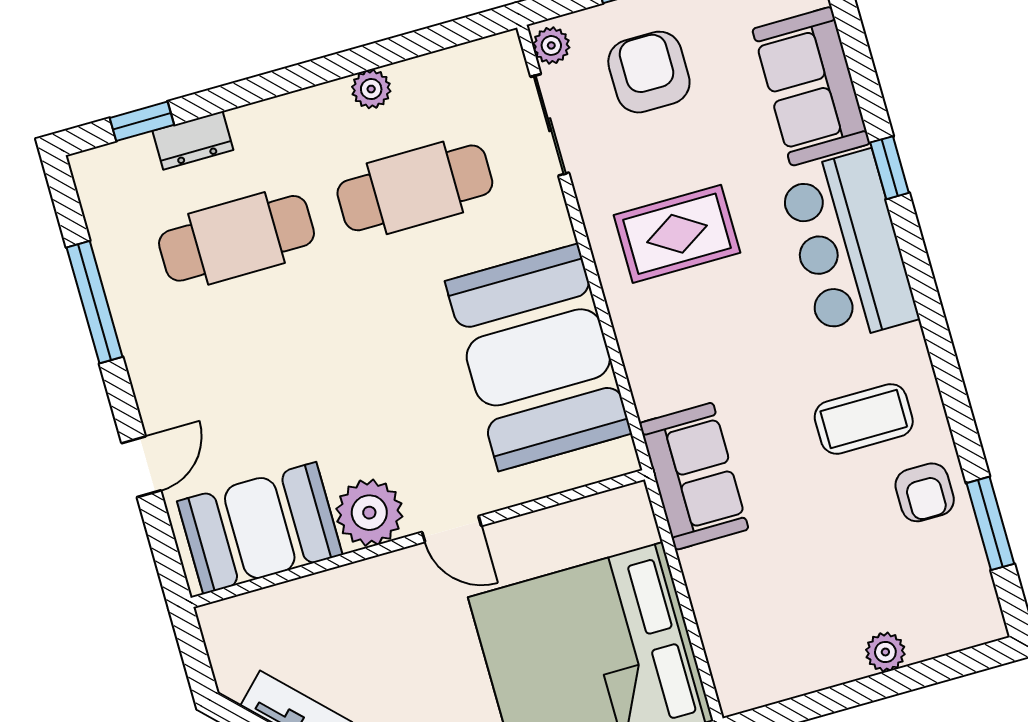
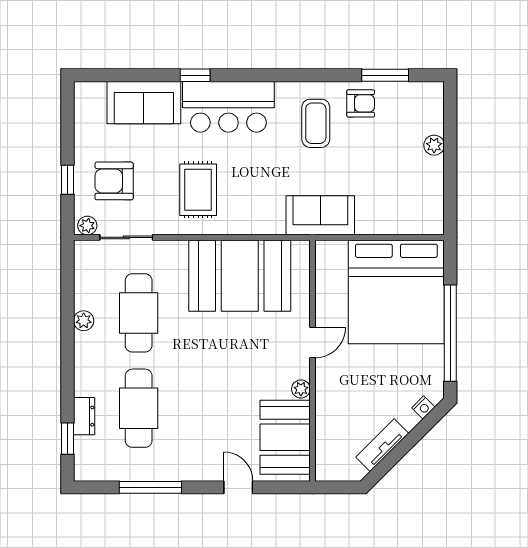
plant: (369, 513) -> (301, 389), width x0.53, depth x0.53

